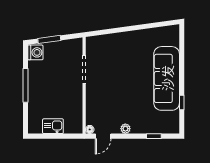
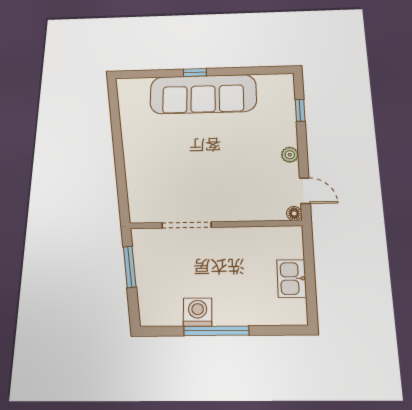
window: (49, 39) -> (130, 267), moved
washing machine: (35, 52) -> (198, 312), moved
window: (182, 102) -> (195, 72), moved

